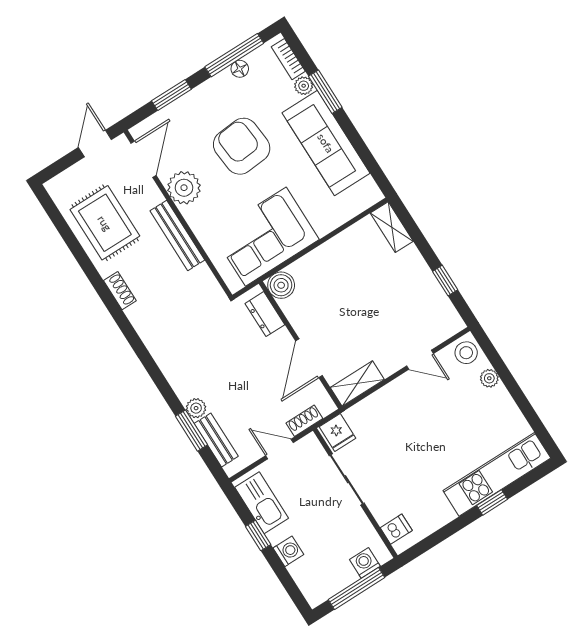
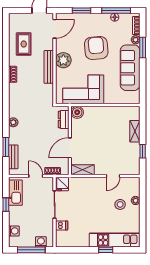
plant: (184, 188) -> (63, 60), moved
rug: (105, 223) -> (24, 44), width x0.73, depth x0.70
shelving: (392, 227) -> (135, 131), moved
stool: (466, 353) -> (120, 204), moved
door: (420, 360) -> (113, 176), hinge flipped
plant: (196, 408) -> (13, 122), moved
dishwasher: (396, 529) -> (62, 225), moved
washing machine: (288, 551) -> (14, 231), moved

